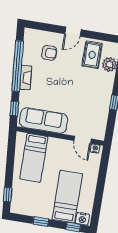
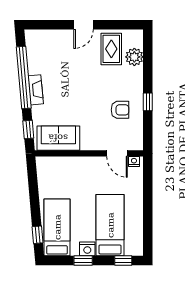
armchair: (49, 53) -> (120, 110), moved
sofa: (44, 121) -> (58, 138), width x0.73
bed: (34, 158) -> (57, 227), moved, turned 180
nightstand: (82, 219) -> (87, 249), moved

